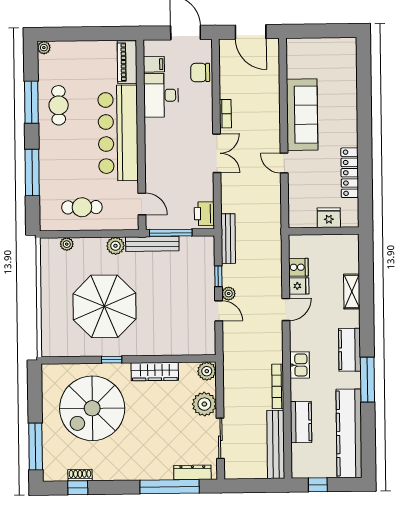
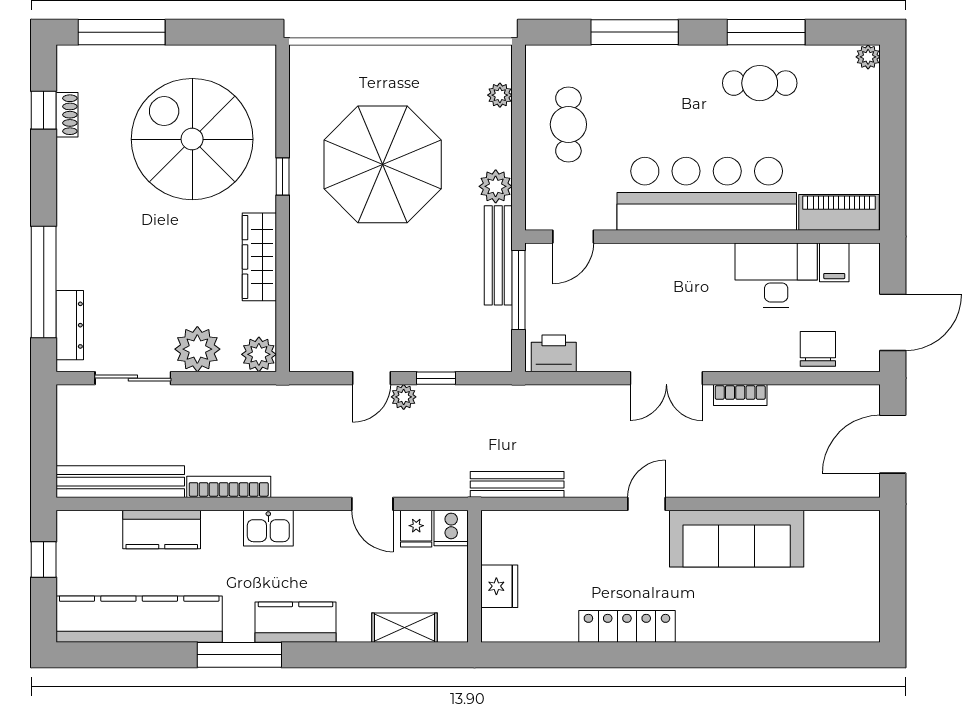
fridge: (329, 218) -> (499, 586), moved
wall: (324, 231) -> (474, 576), moved
bench: (228, 239) -> (517, 485), moved

